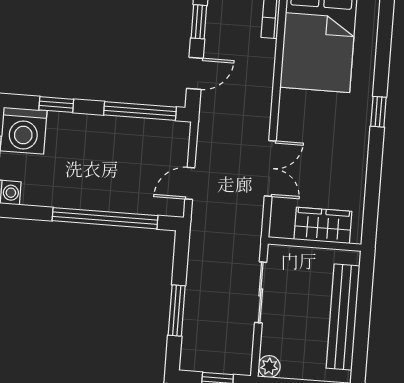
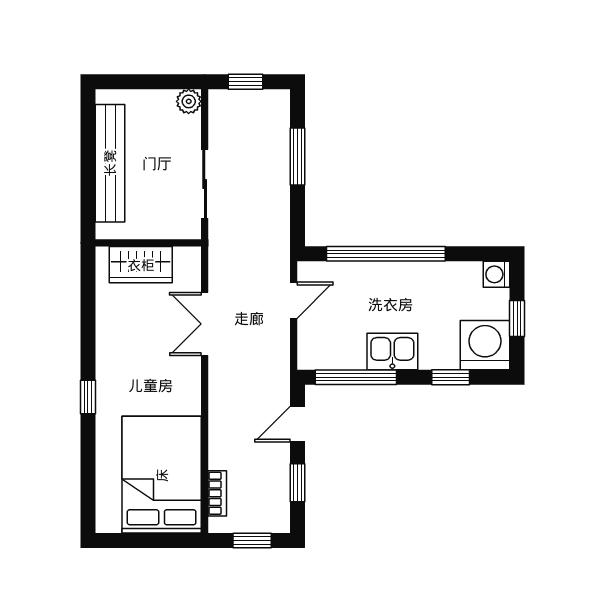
kitchen sink: (106, 131) -> (392, 351), added

